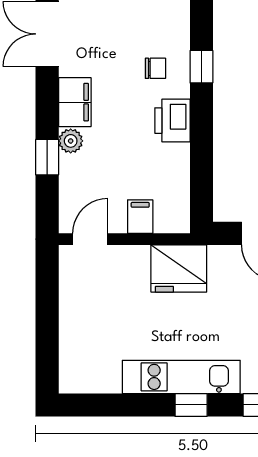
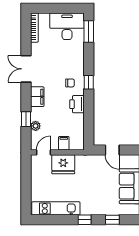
plant: (71, 141) -> (36, 126), moved
fridge: (179, 268) -> (63, 164), moved
kitchen unit: (181, 377) -> (56, 208), moved

